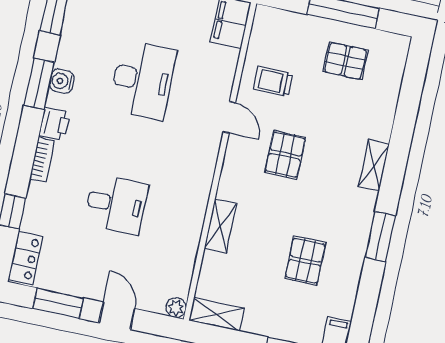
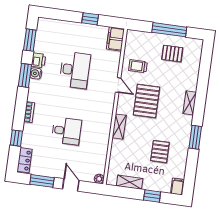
printer: (54, 124) -> (38, 60), moved
pallet: (285, 155) -> (146, 101), width x1.50, depth x1.42
shelving: (220, 226) -> (119, 127), moved
shelving: (216, 314) -> (130, 182), moved

